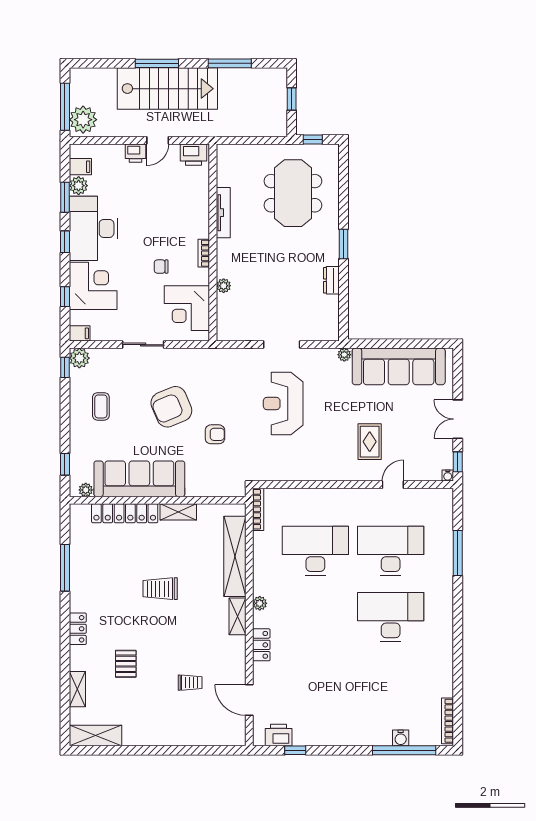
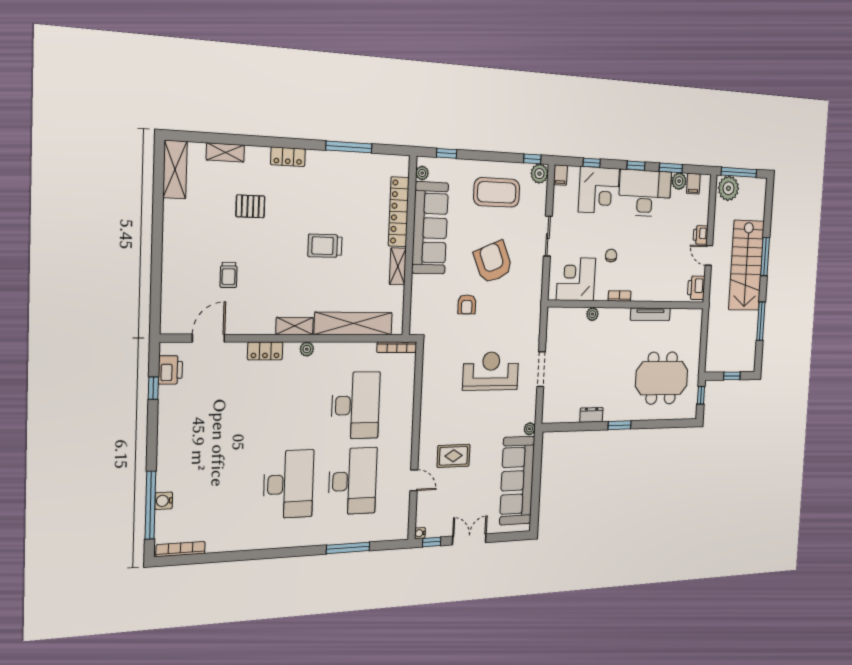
coffee table: (101, 406) -> (497, 192), width x1.86, depth x1.72
trolley: (160, 589) -> (325, 246), turned -90

